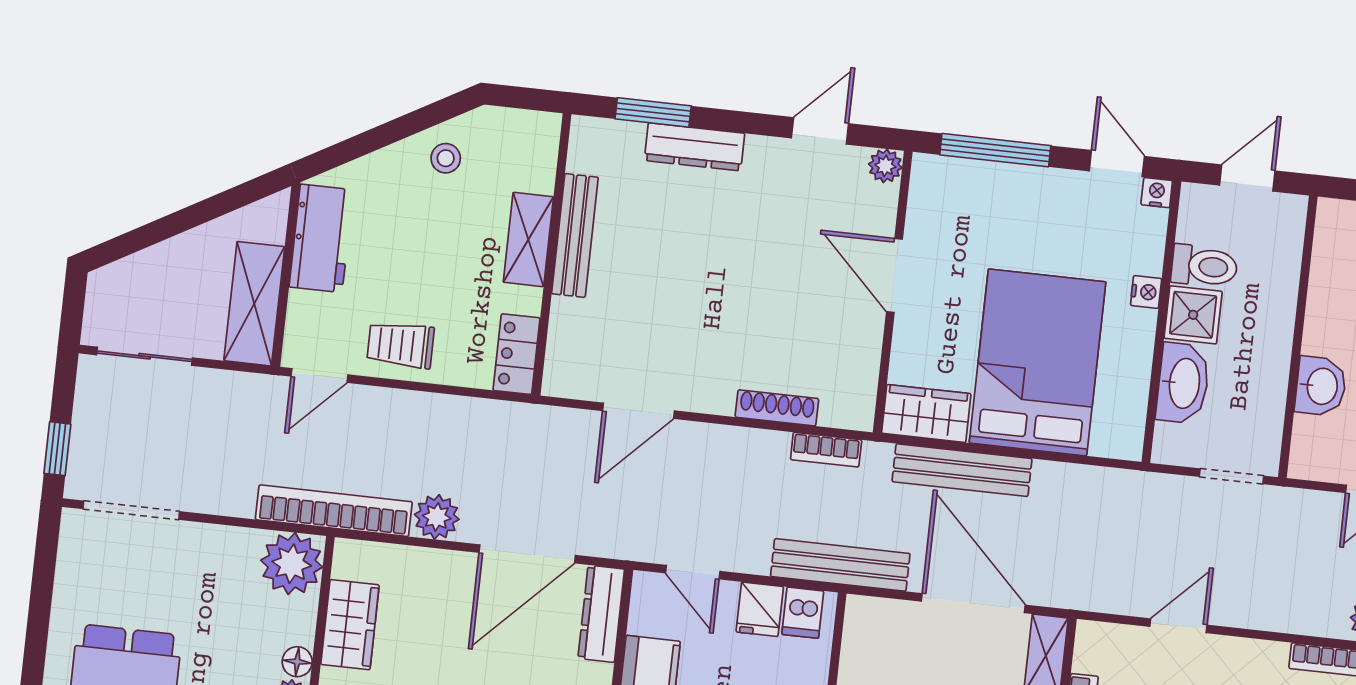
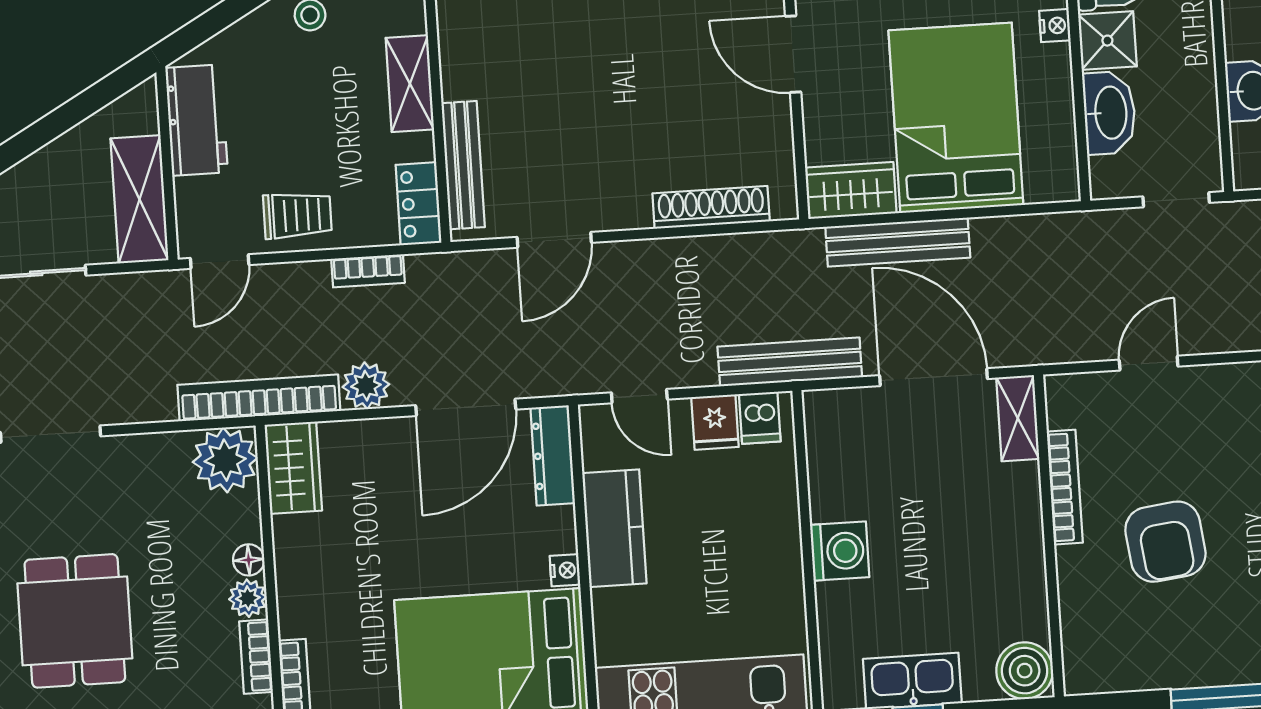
bench: (575, 236) -> (463, 165), moved
trolley: (401, 345) -> (297, 215), turned 180
shoe rack: (777, 408) -> (711, 207), width x1.36, depth x1.24
bookcase: (826, 450) -> (368, 271), moved
wardrobe: (350, 625) -> (293, 468), moved

